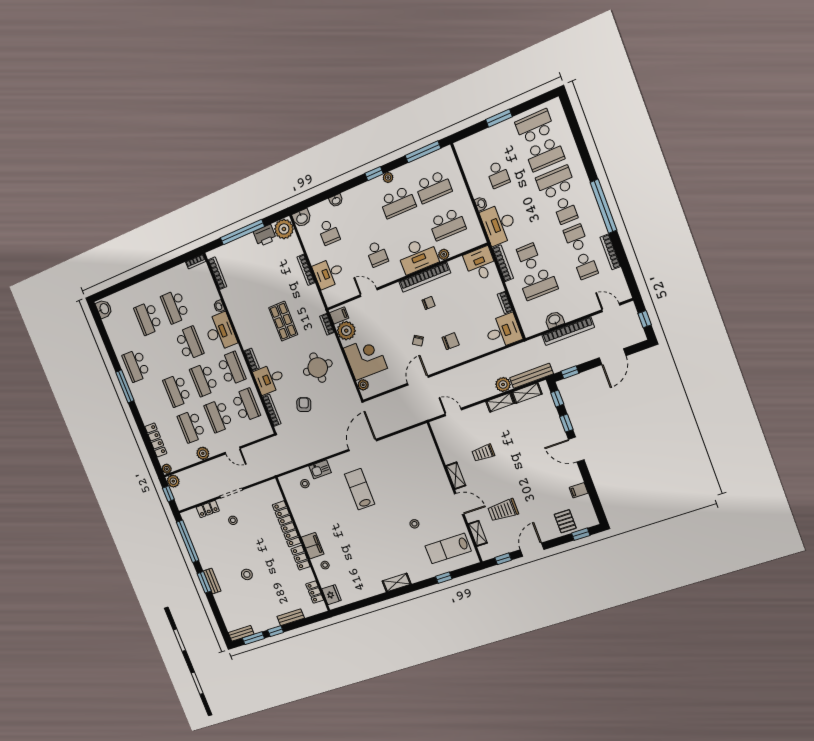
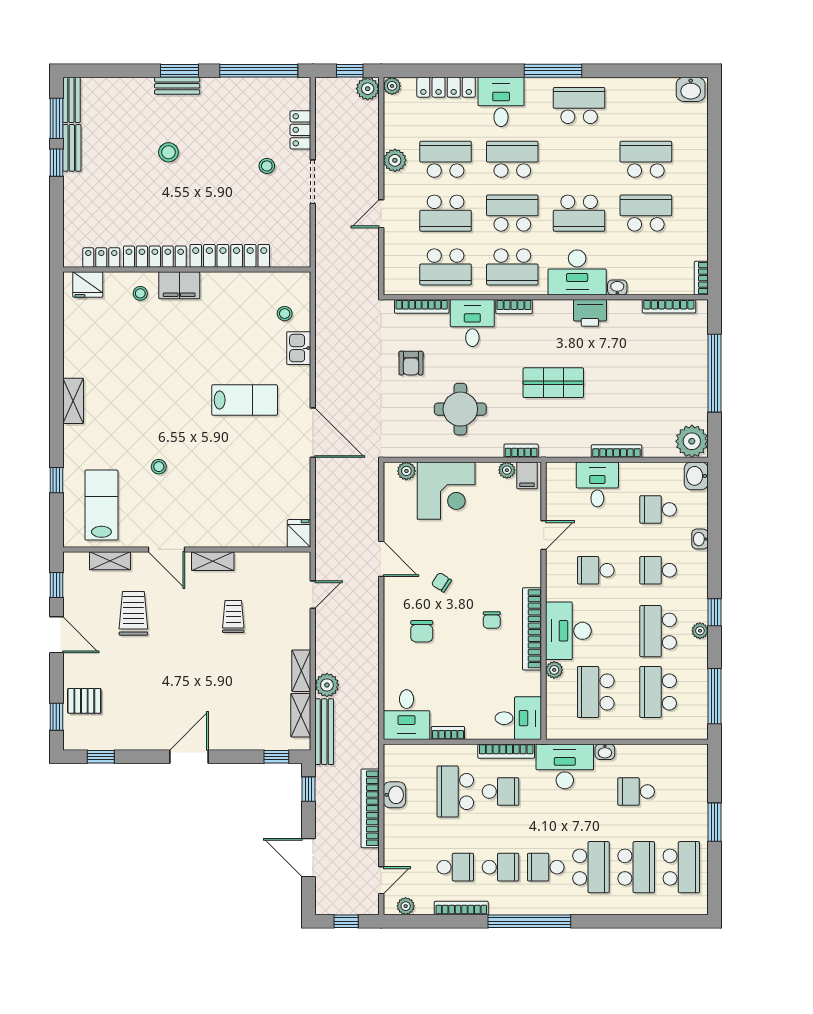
school desk: (545, 154) -> (636, 867), turned 180
school desk: (363, 217) -> (658, 570), added
printer: (265, 236) -> (590, 313), moved, turned -90
school desk: (586, 266) -> (455, 867), turned 180
plant: (622, 286) -> (406, 906), added
plant: (346, 331) -> (507, 470), width x0.53, depth x0.53
armchair: (304, 405) -> (411, 363), turned 69
desk: (151, 408) -> (501, 102), added
school desk: (218, 416) -> (446, 213), turned 180
window: (566, 423) -> (101, 757), moved
fridge: (421, 432) -> (299, 533), added
filing cabinet: (579, 490) -> (125, 738), removed
door: (459, 504) -> (166, 549), hinge flipped
locker: (301, 558) -> (155, 257), width x1.53
bench: (291, 617) -> (72, 148), moved

